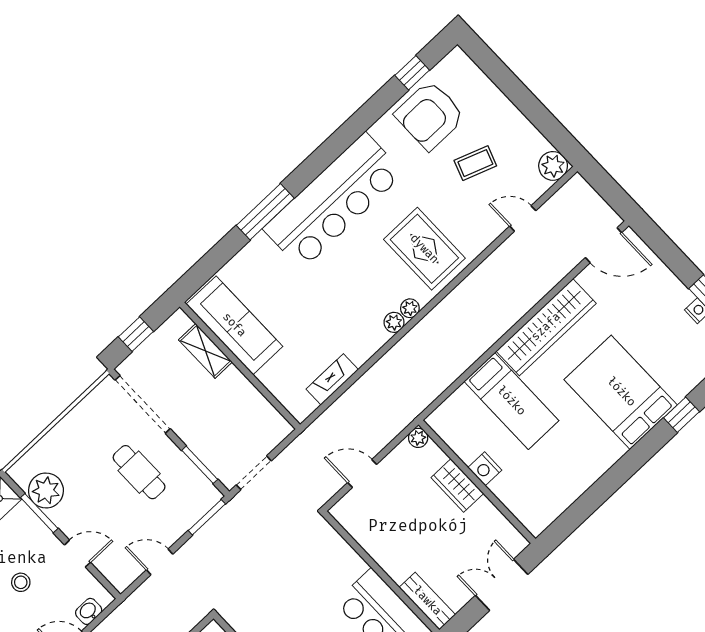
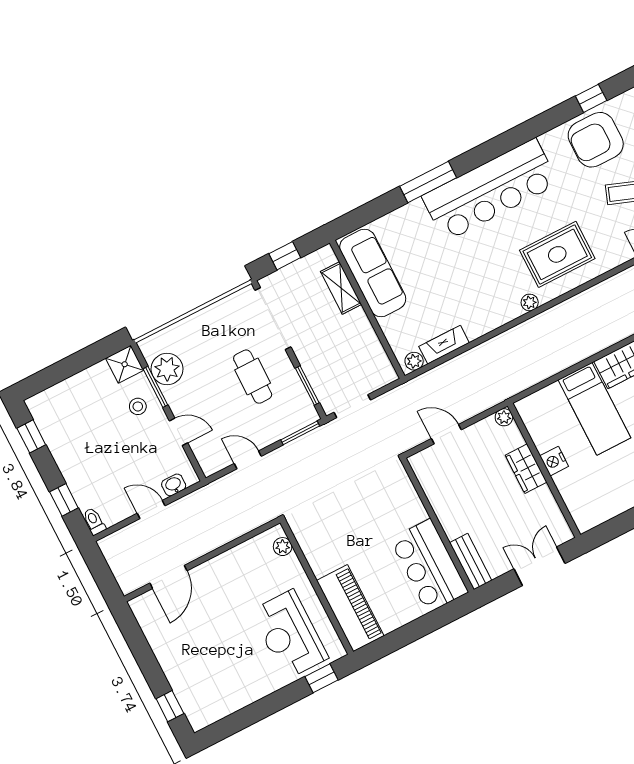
rug: (424, 249) -> (557, 254), turned 90
plant: (394, 322) -> (414, 361), moved
stool: (21, 582) -> (138, 406), moved

